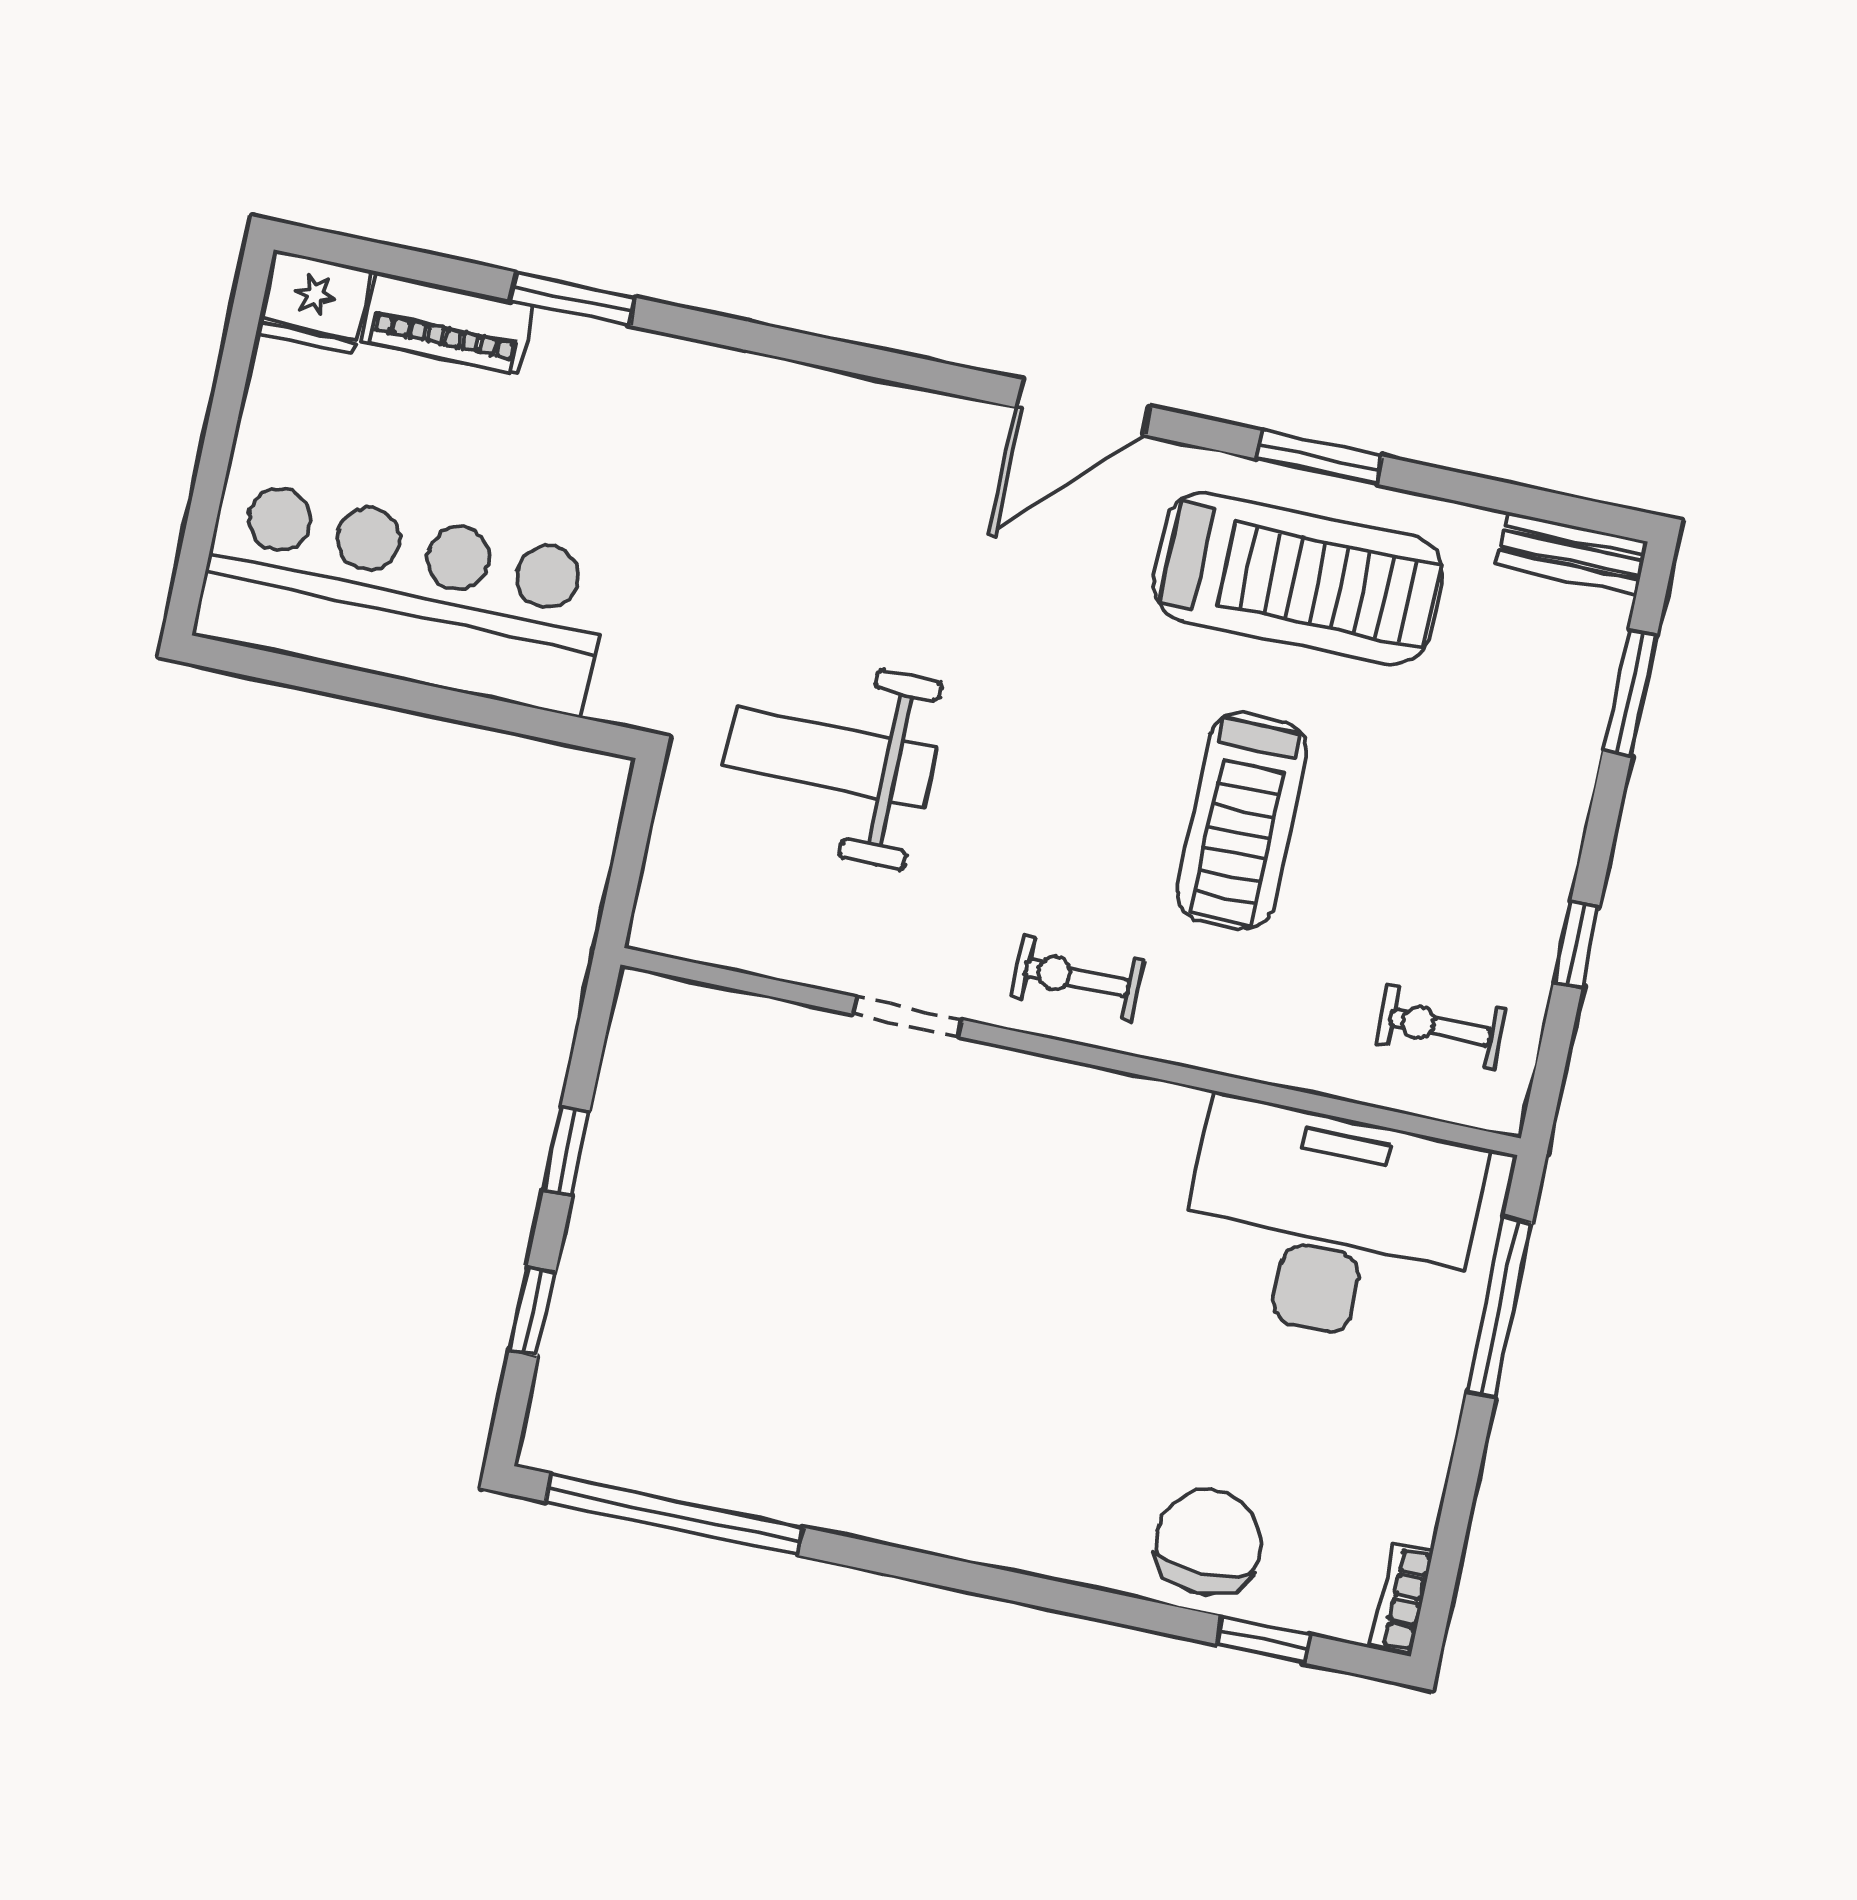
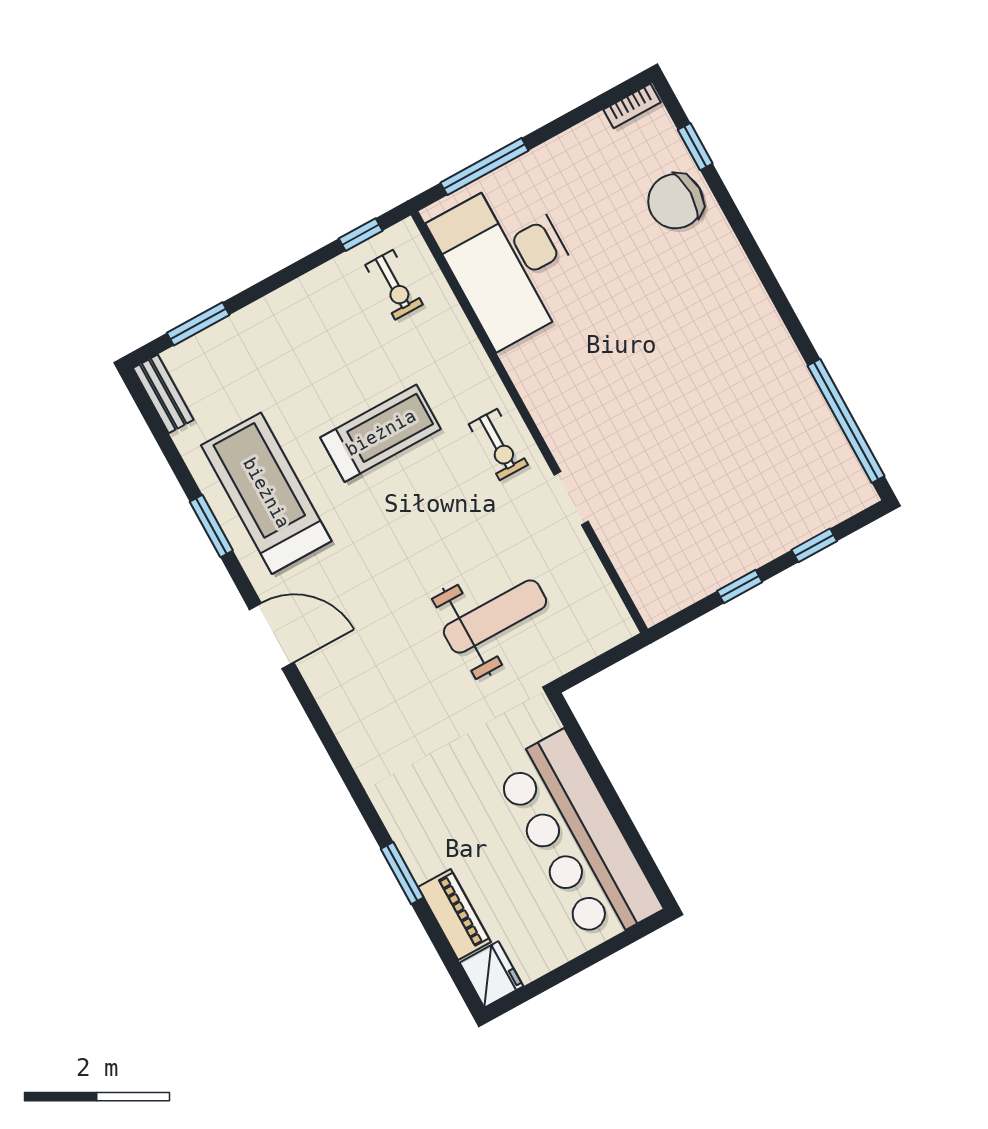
weight bench: (831, 757) -> (495, 617), turned -90
window: (1577, 944) -> (361, 235), moved

